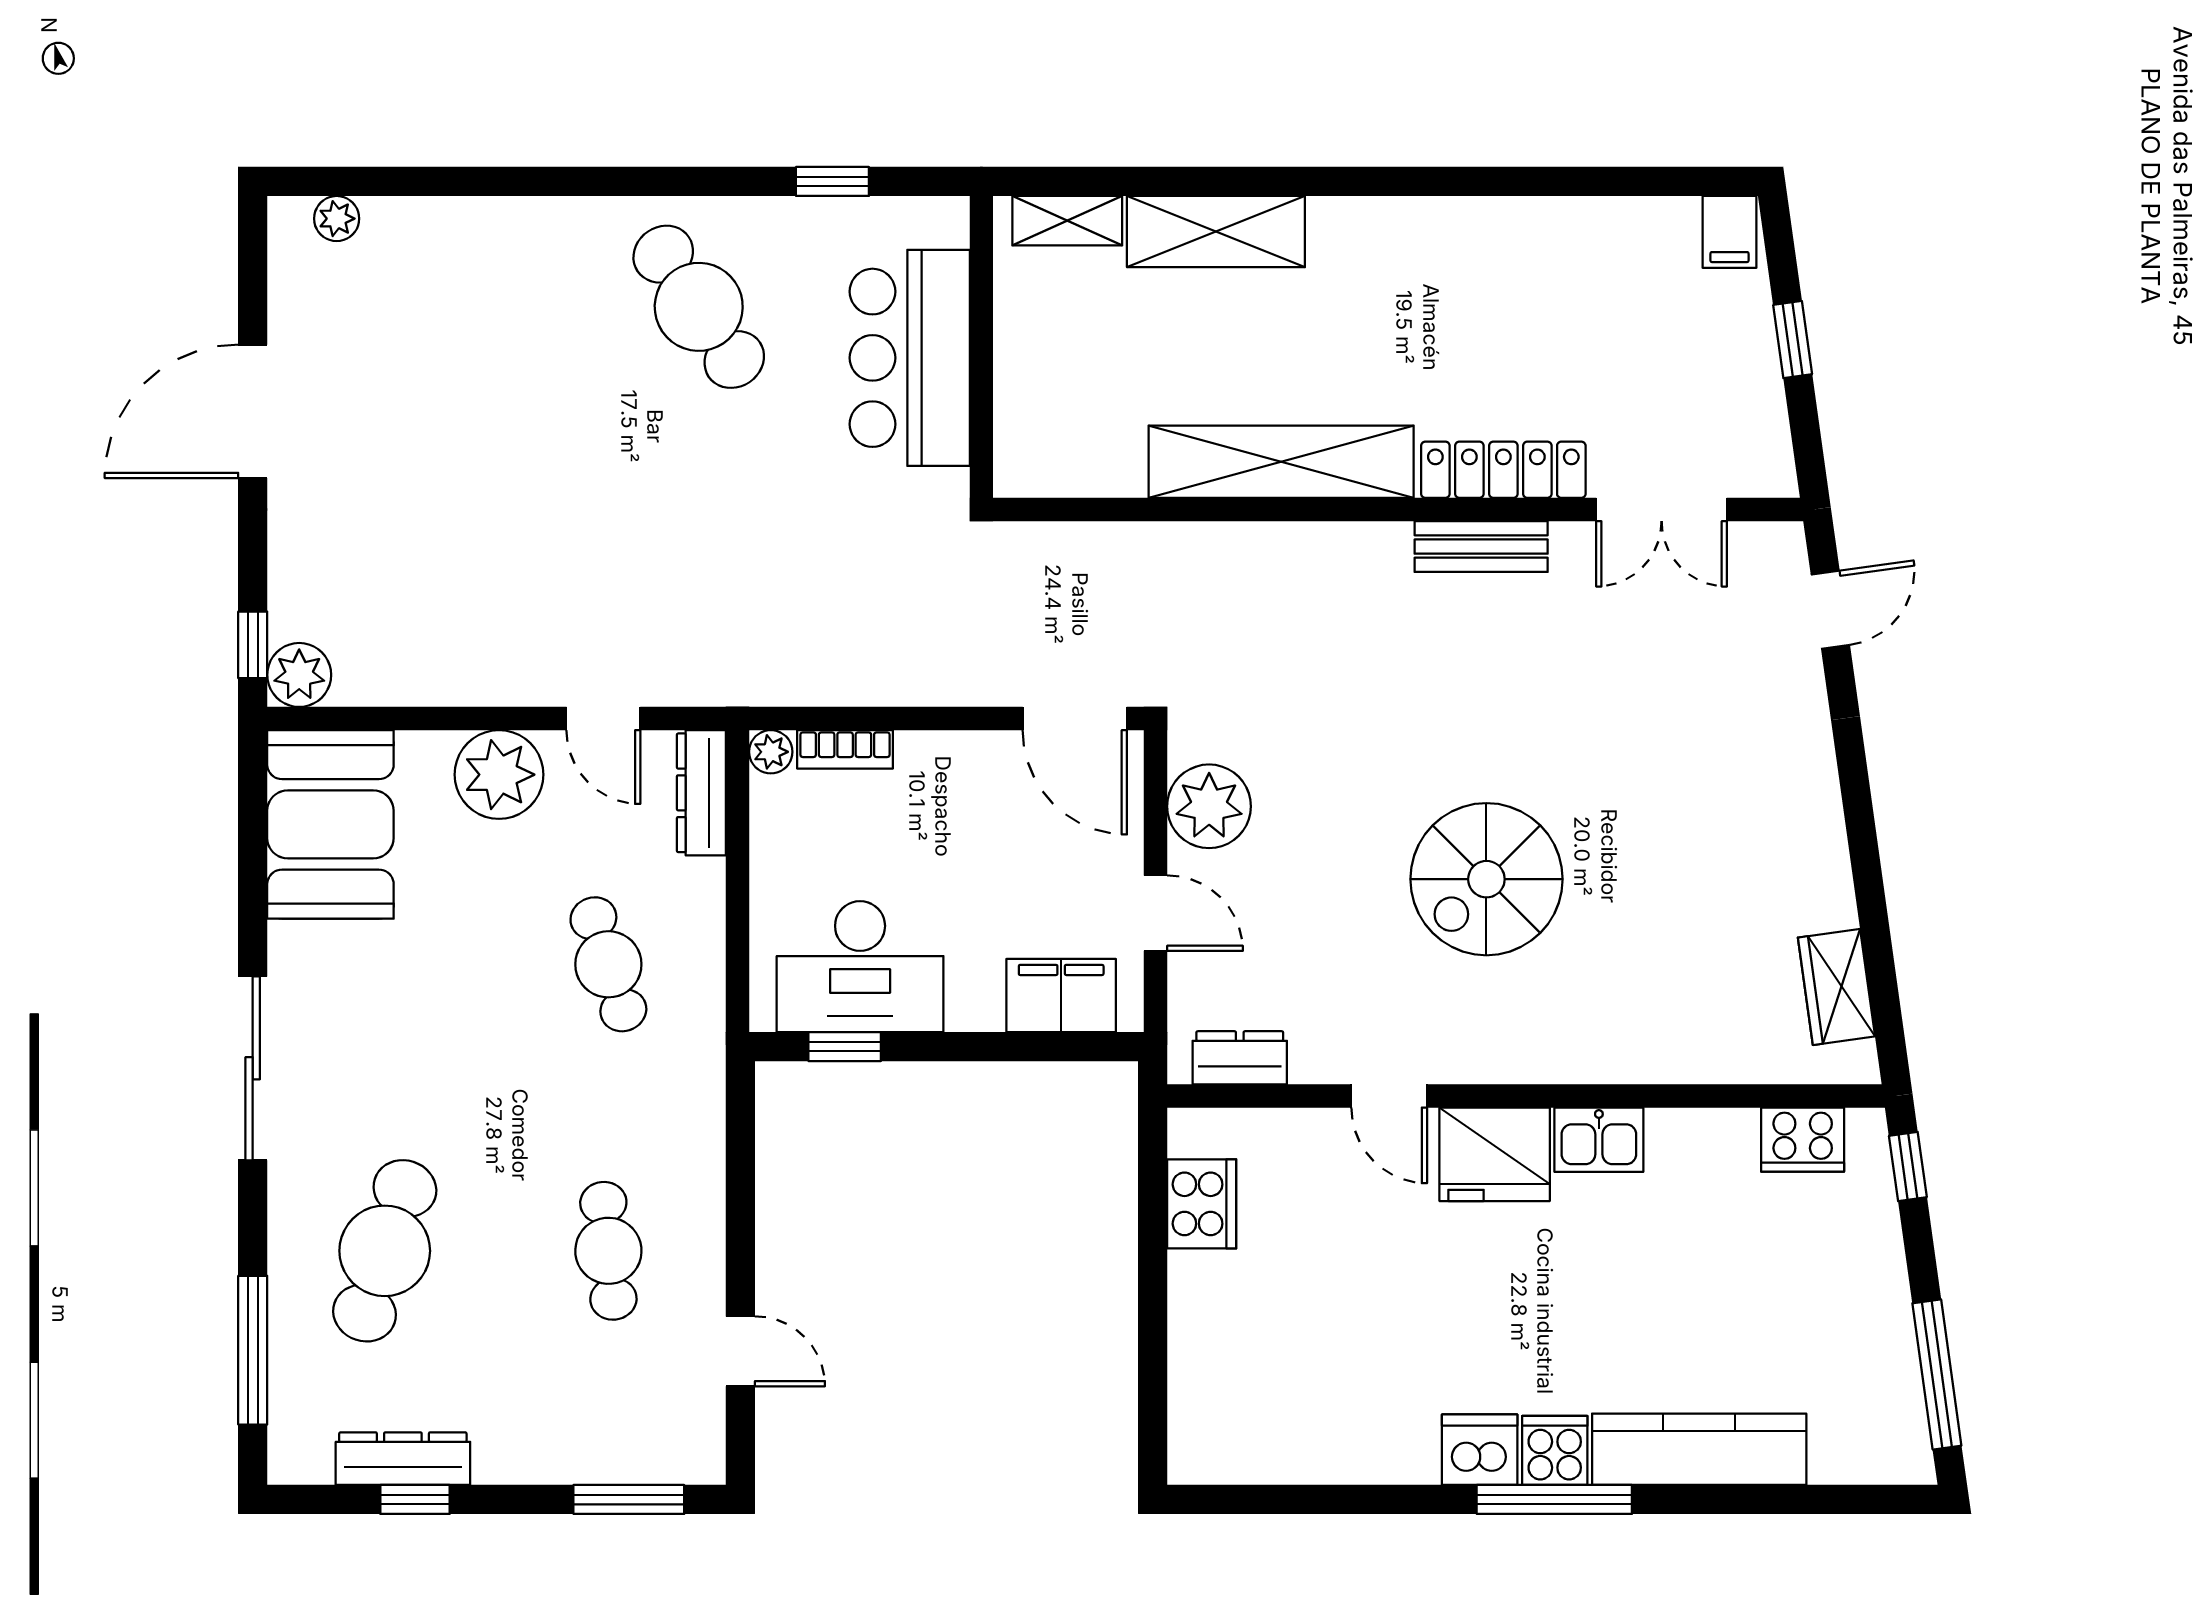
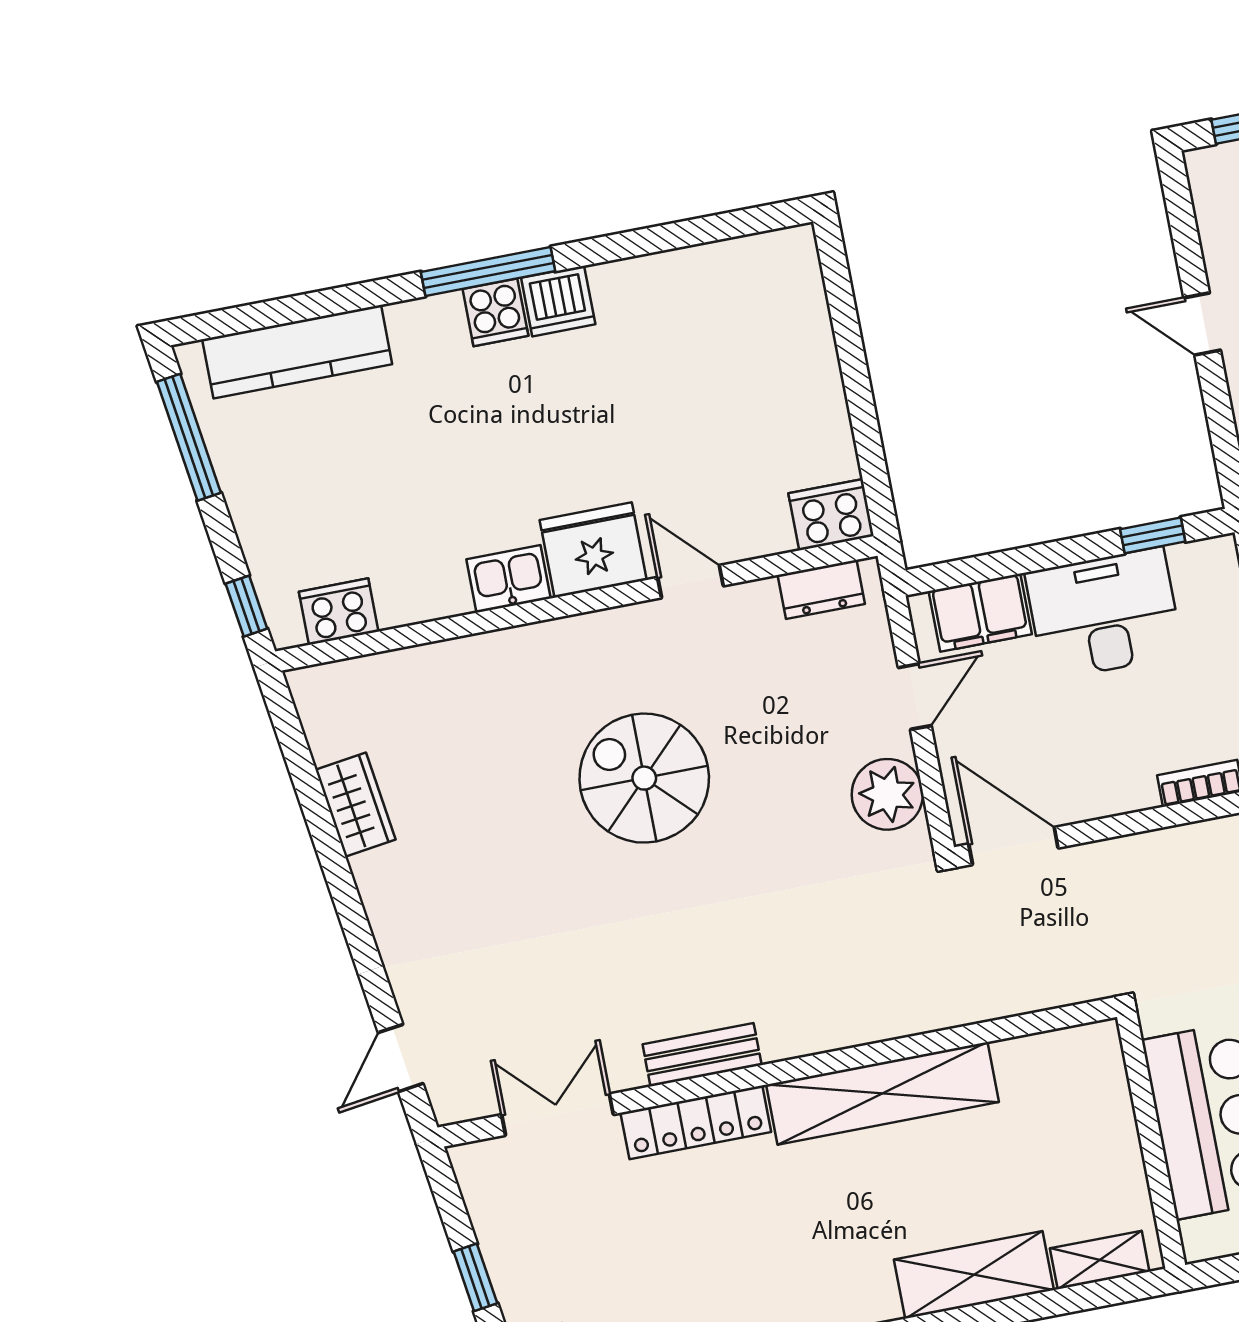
spiral stairs: (1486, 879) -> (644, 778), turned -90
door: (1156, 913) -> (915, 697), swing flipped
desk: (860, 967) -> (1104, 614), moved
wardrobe: (1836, 987) -> (355, 805), moved
cooker: (1202, 1204) -> (831, 515), moved, turned 90
door: (740, 1351) -> (1202, 324), moved
kitchen counter: (1699, 1449) -> (297, 352), moved

